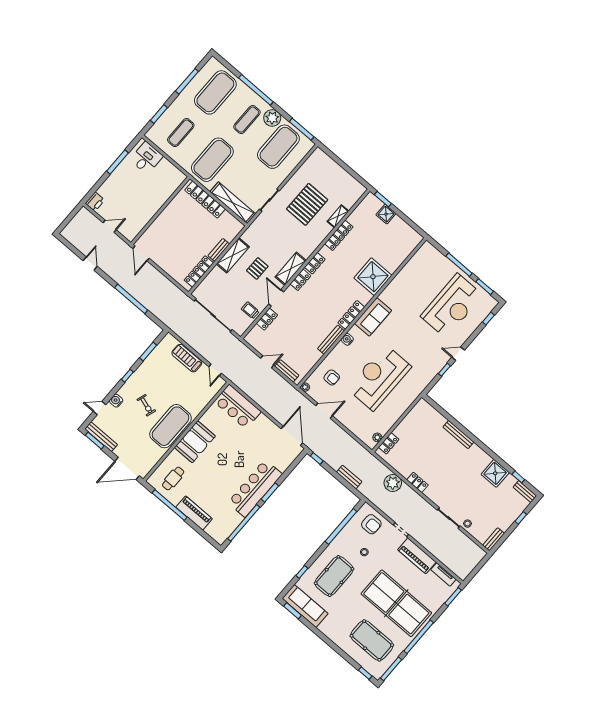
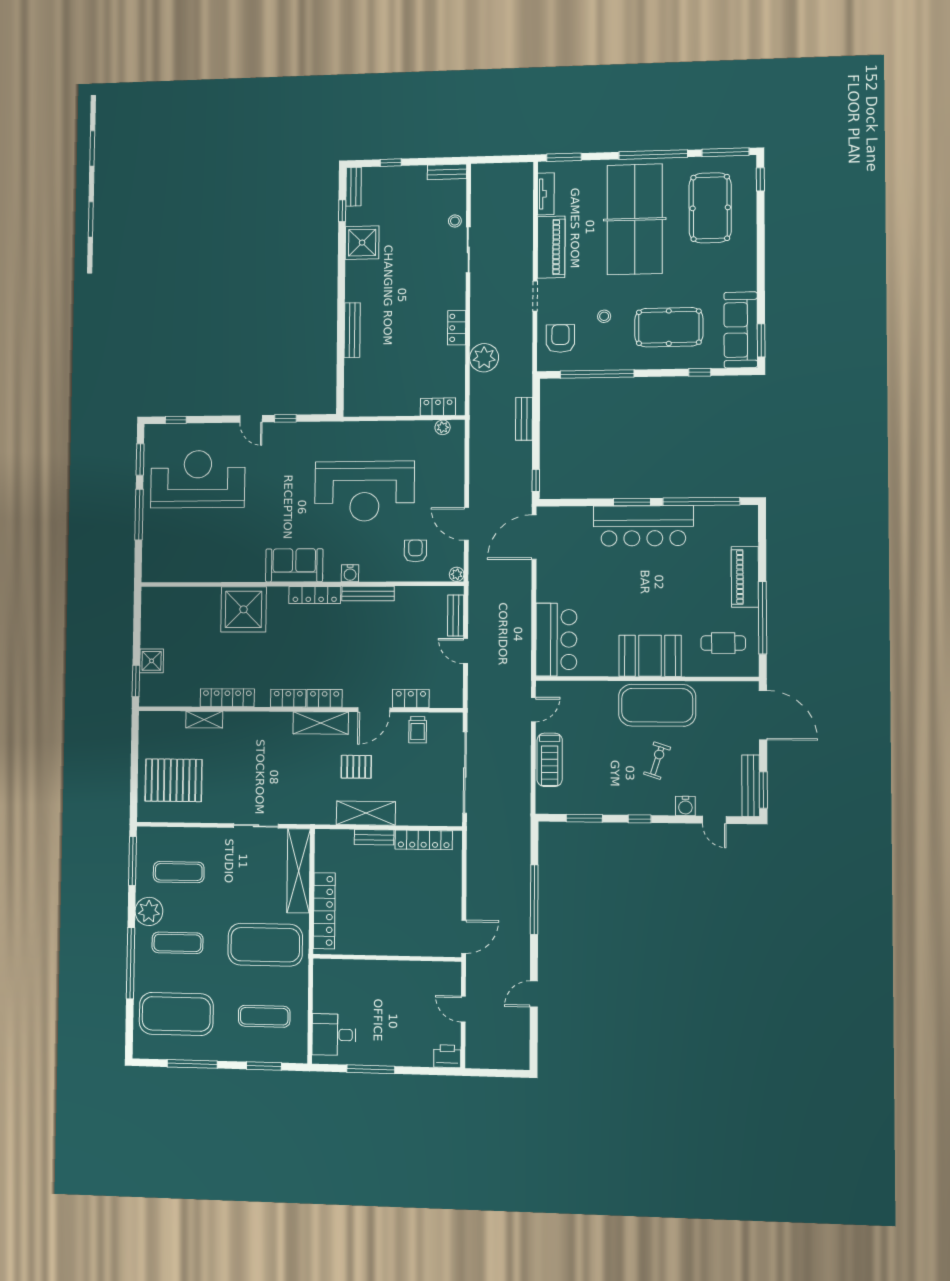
exercise mat: (278, 147) -> (179, 872), width x0.50, depth x0.69
pallet: (307, 204) -> (174, 780), moved

